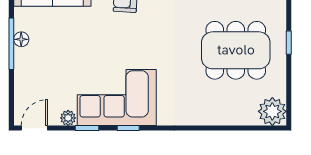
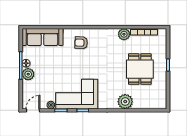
dining table: (236, 50) -> (140, 69), width x0.73
plant: (25, 60) -> (28, 74), added
plant: (272, 111) -> (125, 102), moved

